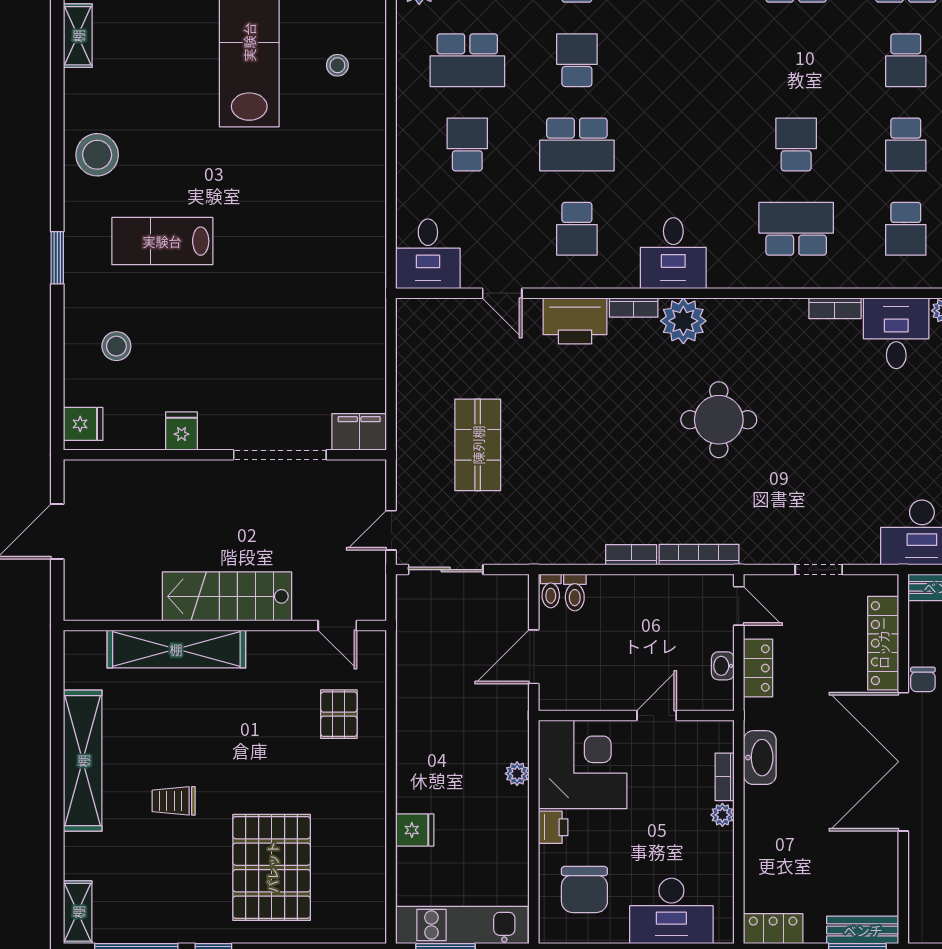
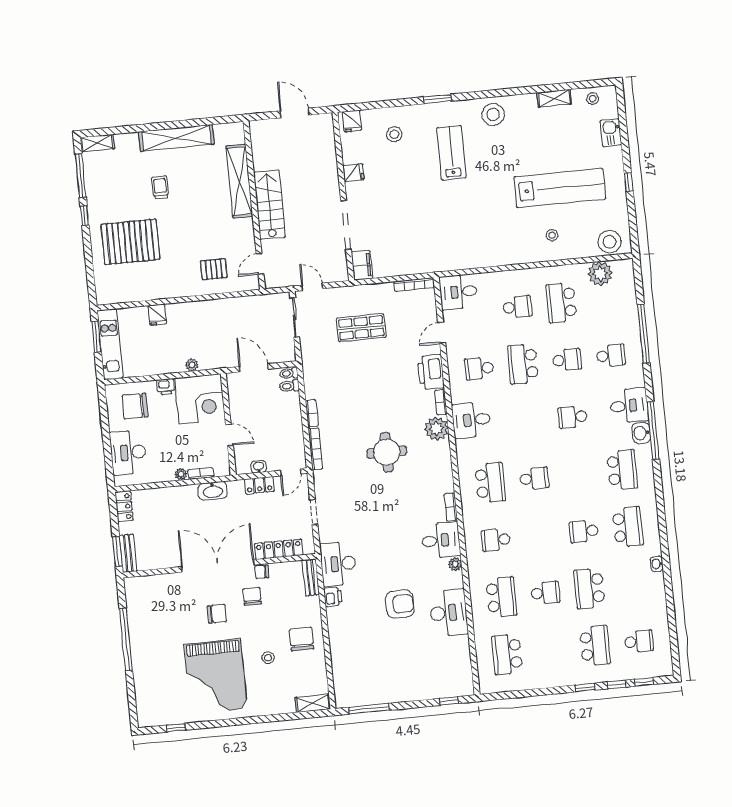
school desk: (906, 144) -> (573, 417), moved
bookcase: (405, 336) -> (414, 285), added

